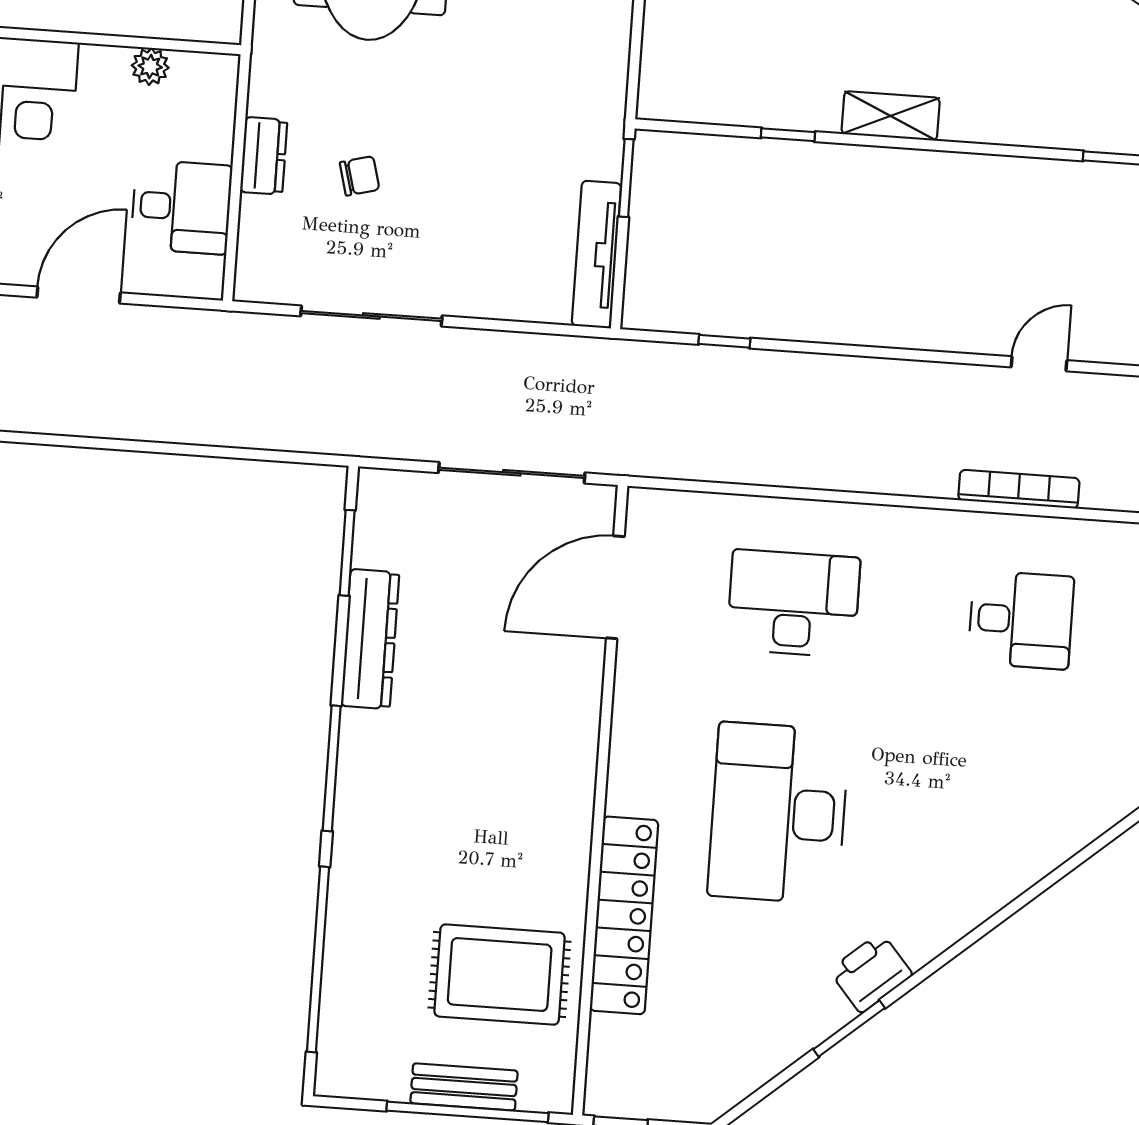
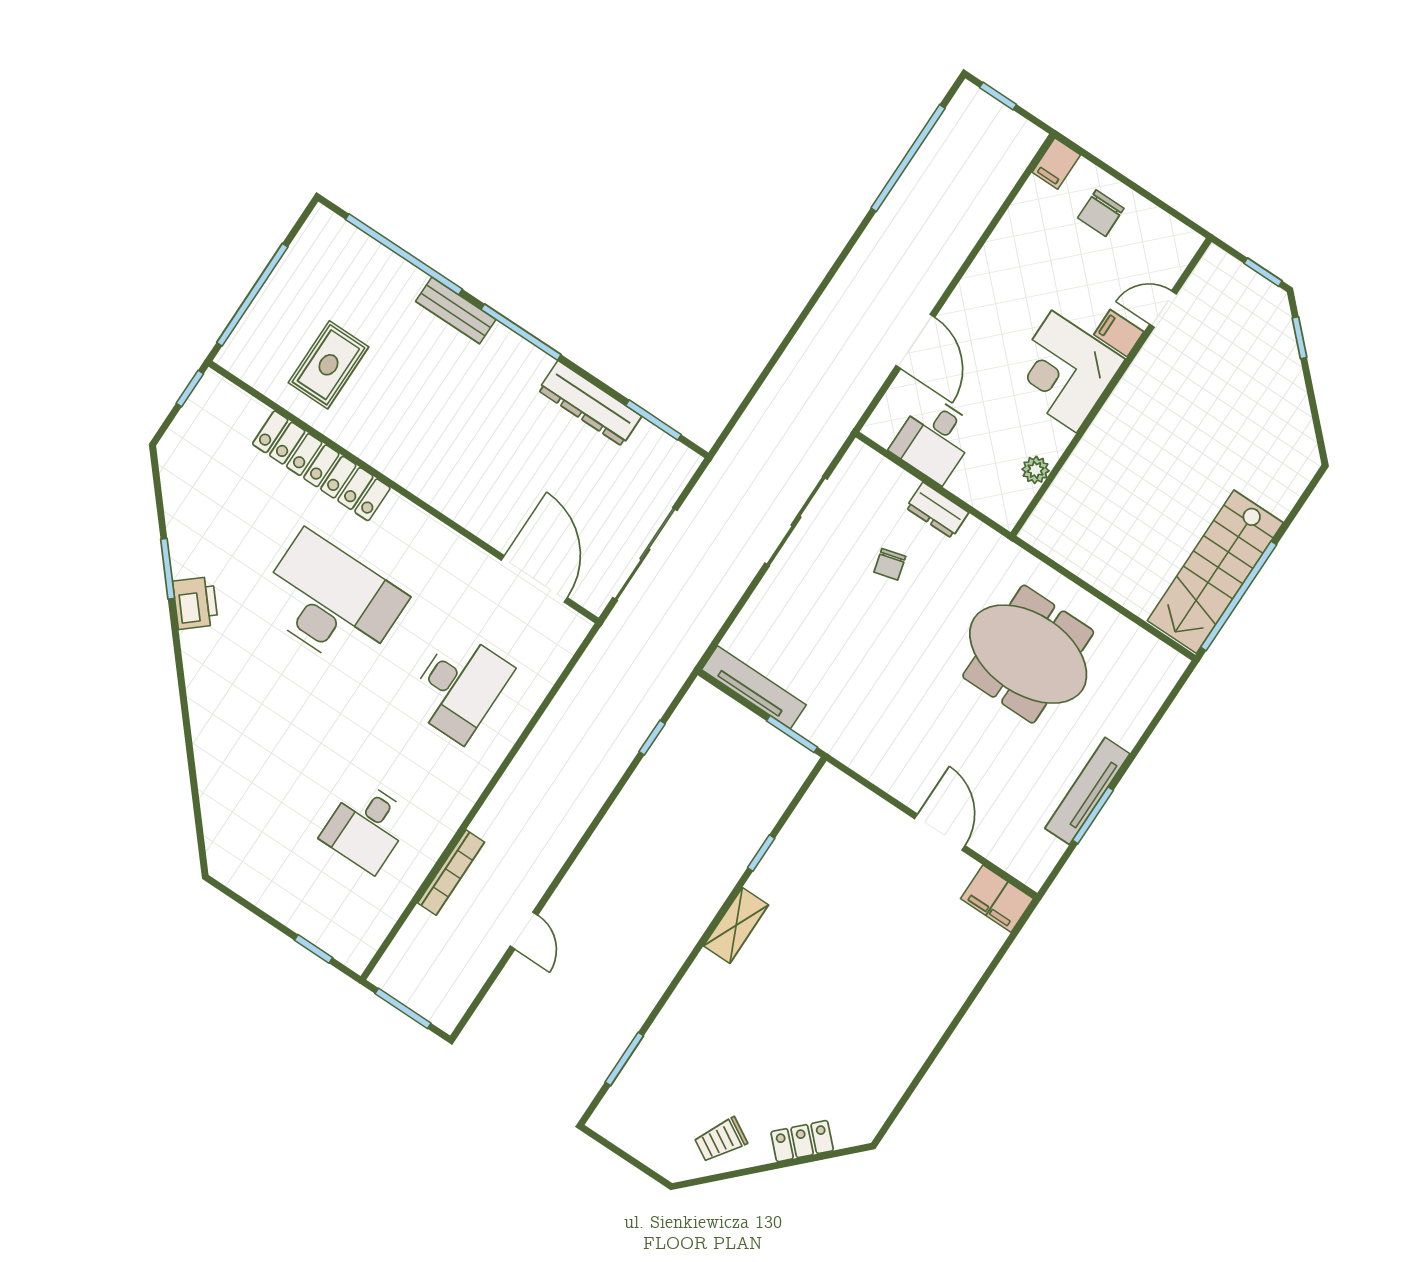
rug: (500, 975) -> (329, 365), width x0.73, depth x0.70
bench: (464, 1087) -> (456, 310), moved, turned 90

